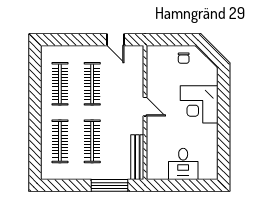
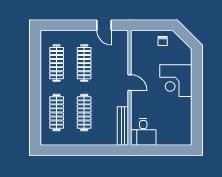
desk: (183, 164) -> (143, 132), moved
window: (110, 185) -> (99, 150), removed

